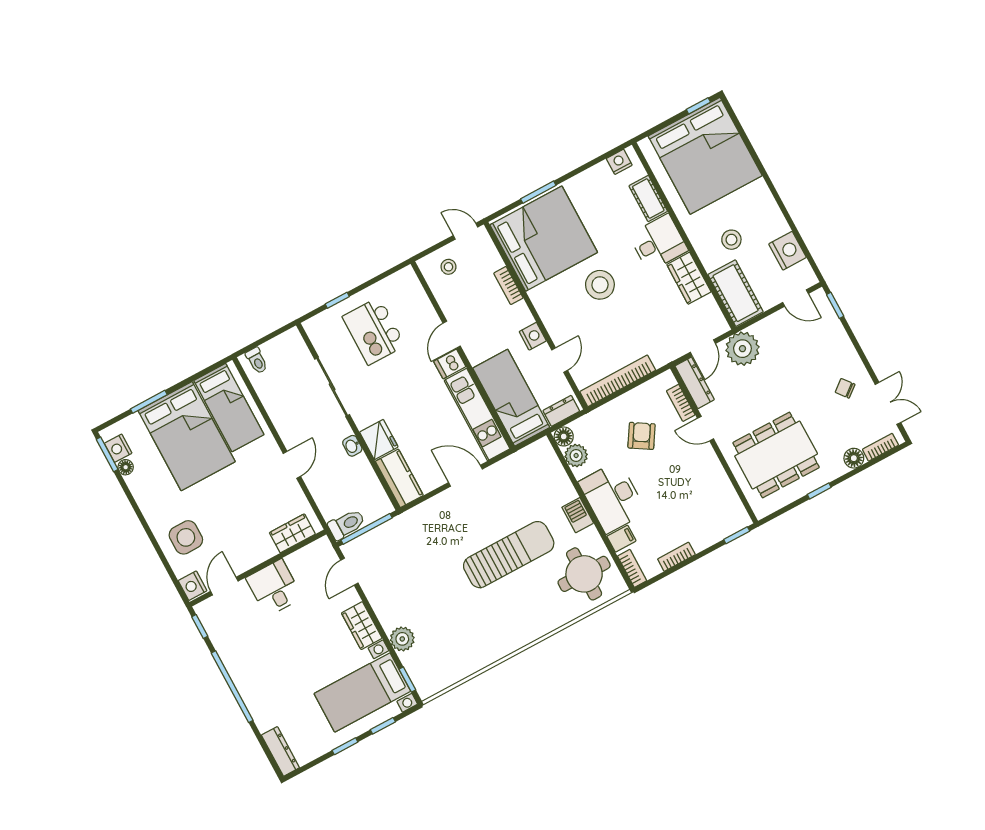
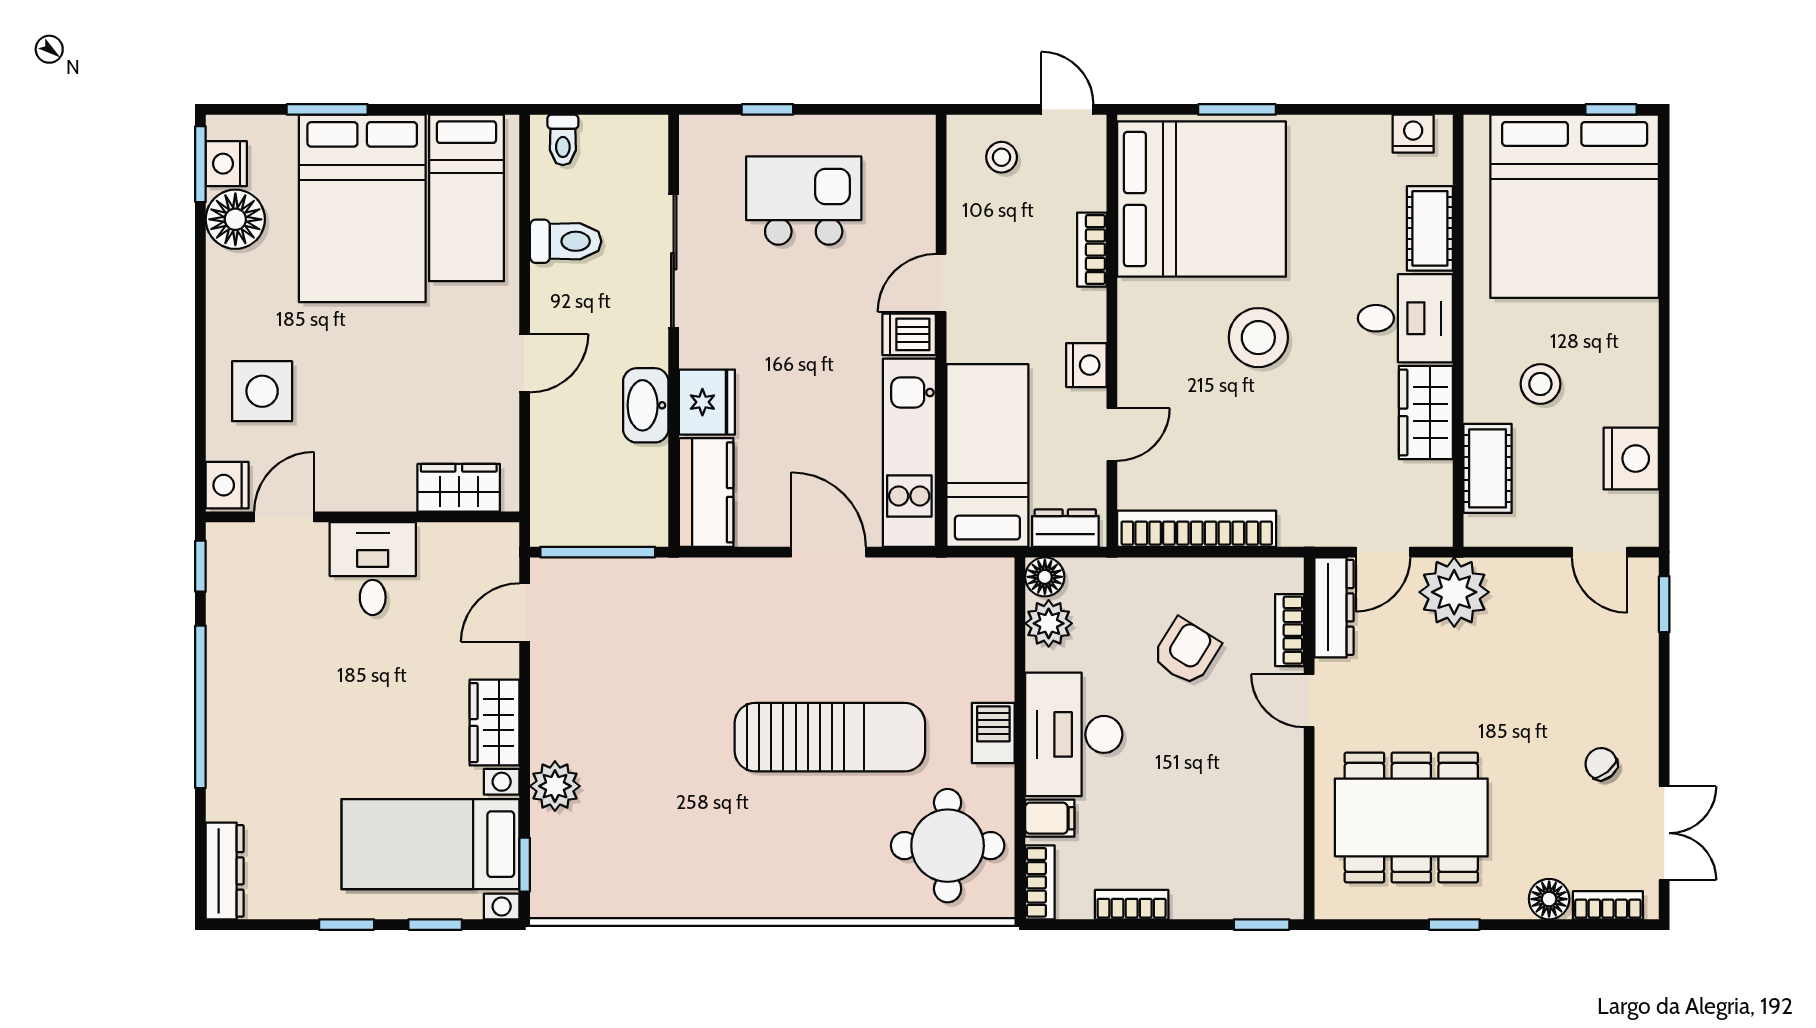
cot: (736, 293) -> (1488, 468), width x0.73, depth x0.75
kitchen island: (374, 331) -> (804, 201), turned 90
washbasin: (352, 446) -> (646, 405), width x1.91, depth x1.45
floor lamp: (126, 467) -> (235, 219), width x1.89, depth x1.89
toilet: (346, 524) -> (566, 241), moved

